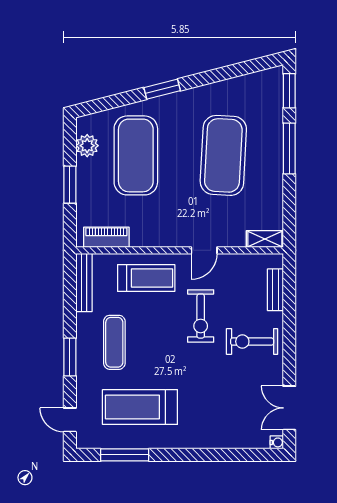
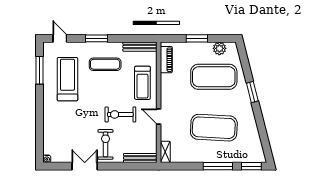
bench: (275, 290) -> (140, 158), width x1.36
double door: (289, 408) -> (85, 166), moved
door: (70, 420) -> (60, 38), hinge flipped

